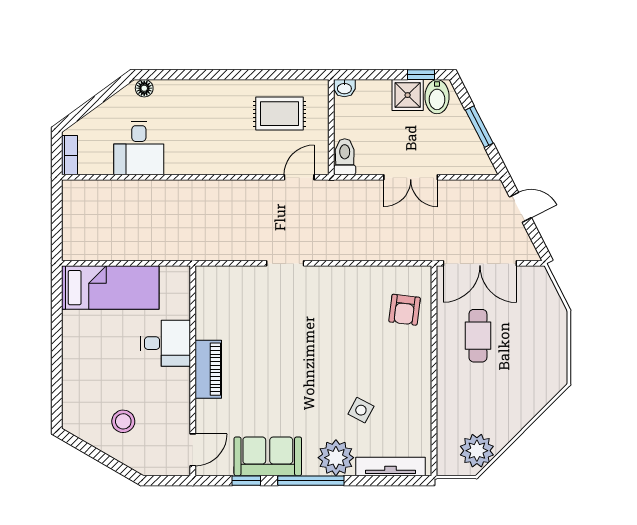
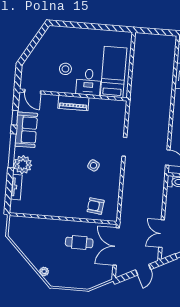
double door: (411, 177) -> (162, 234), moved
bed: (110, 288) -> (114, 72), moved, turned 180
side table: (361, 410) -> (94, 165), moved
stool: (123, 421) -> (65, 69), moved
plant: (477, 451) -> (44, 271), moved, width x0.53, depth x0.53
tv unit: (390, 466) -> (16, 187), width x0.71

